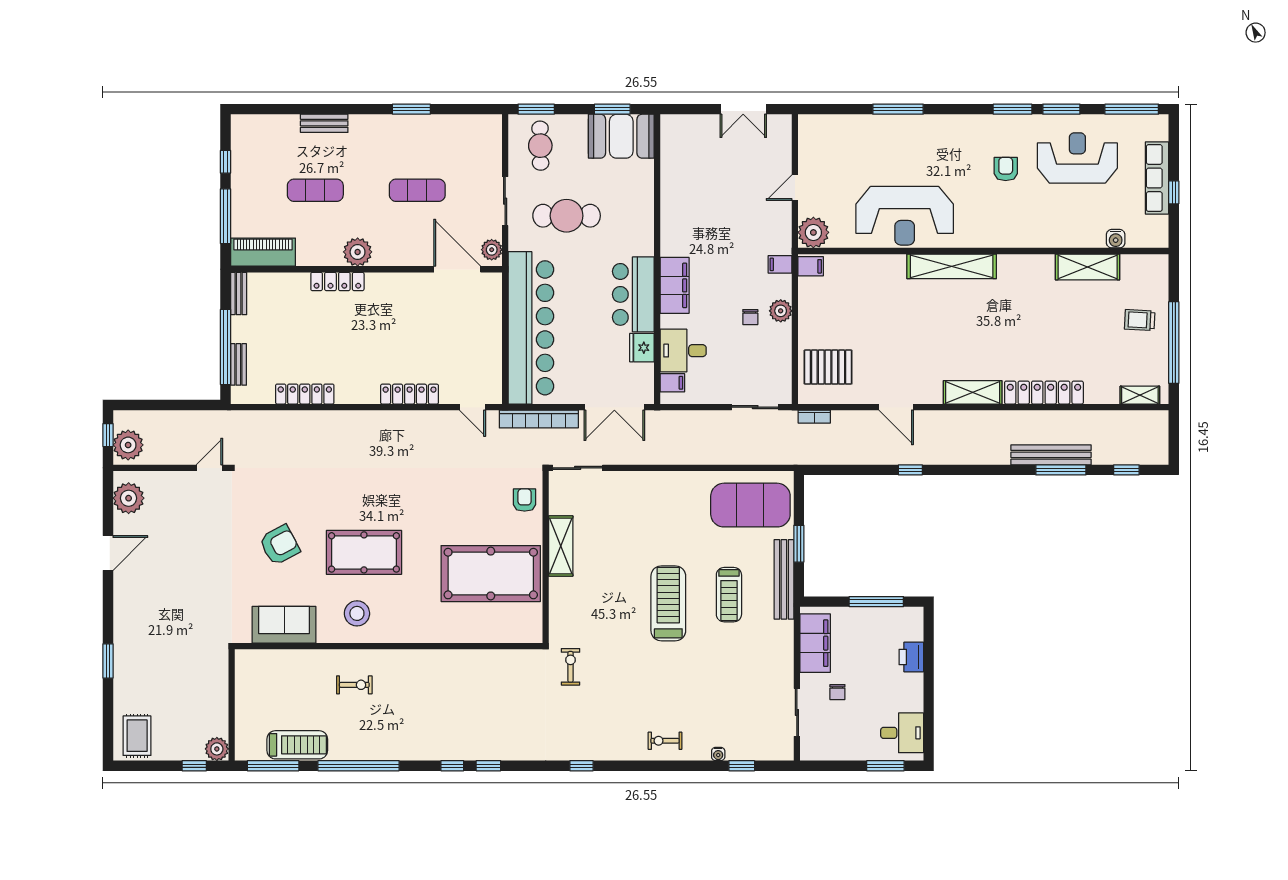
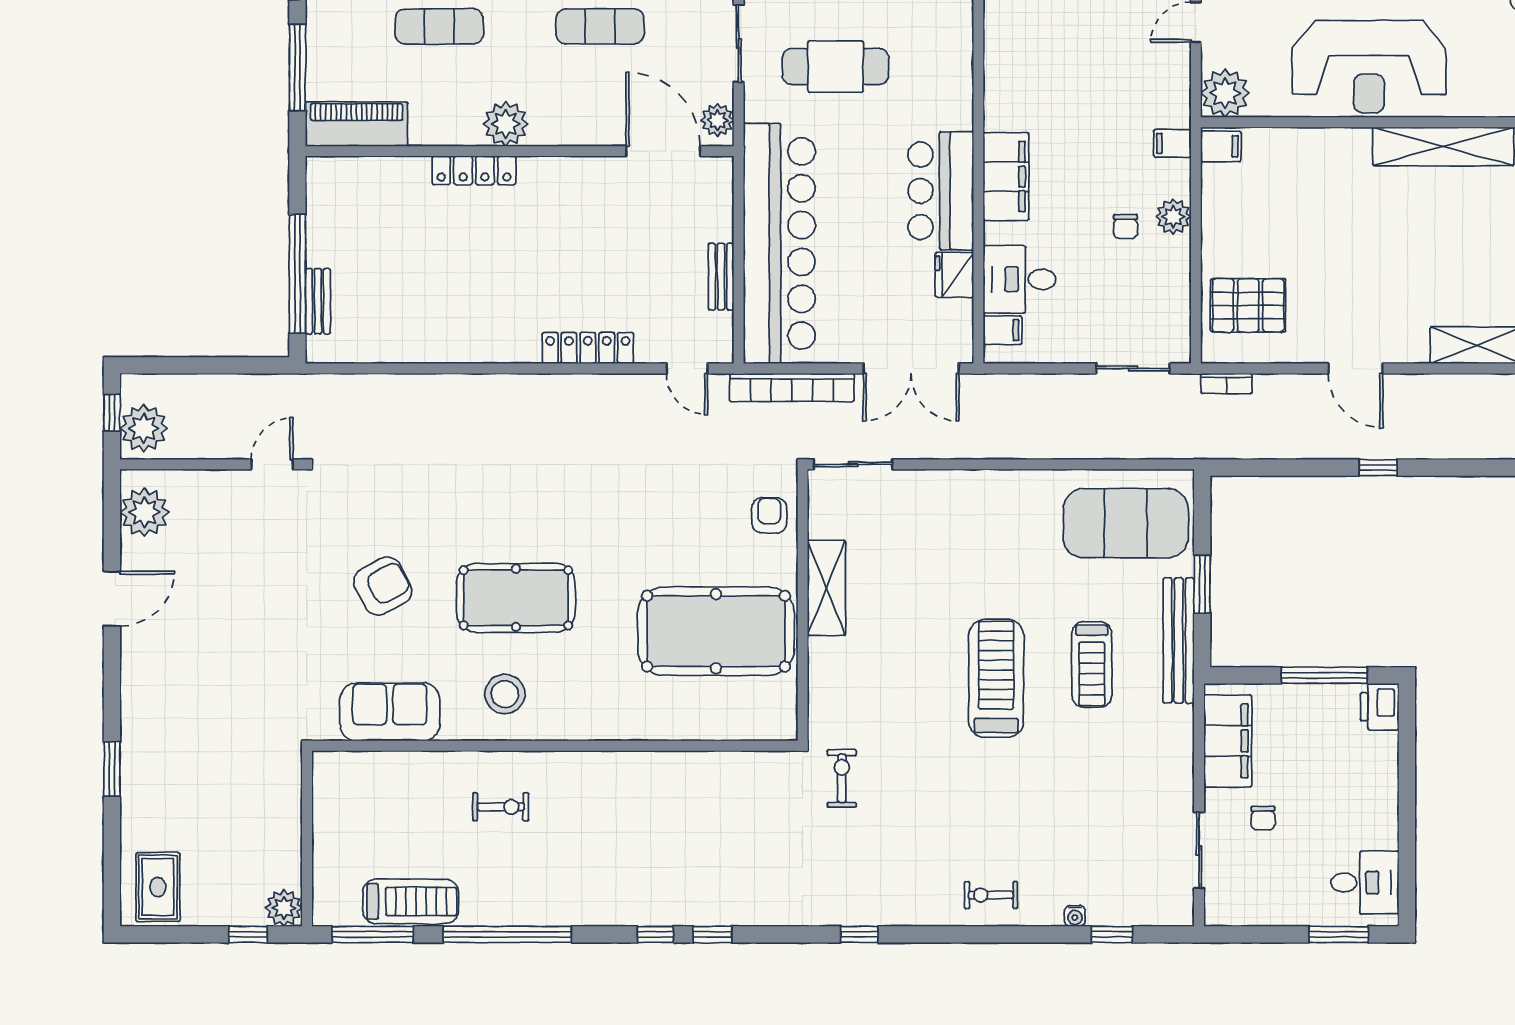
bench: (239, 293) -> (721, 277), moved
locker: (305, 394) -> (423, 348), removed
printer: (911, 657) -> (1380, 707), moved

